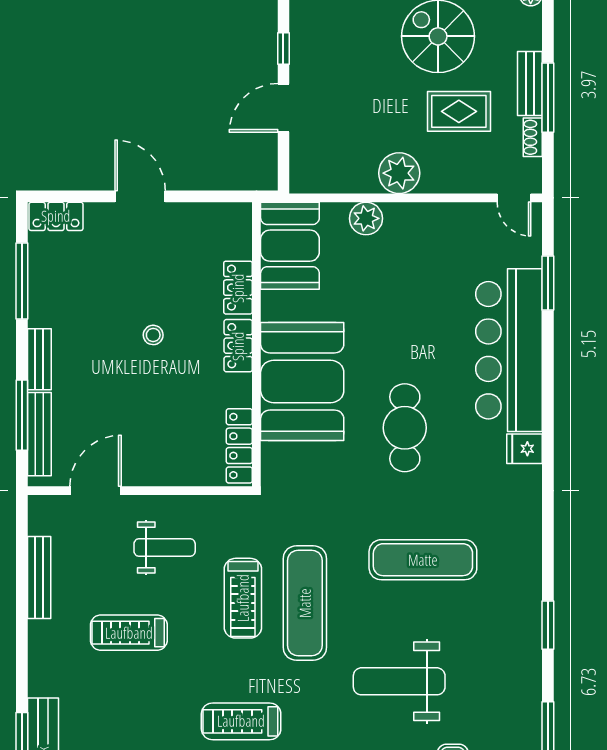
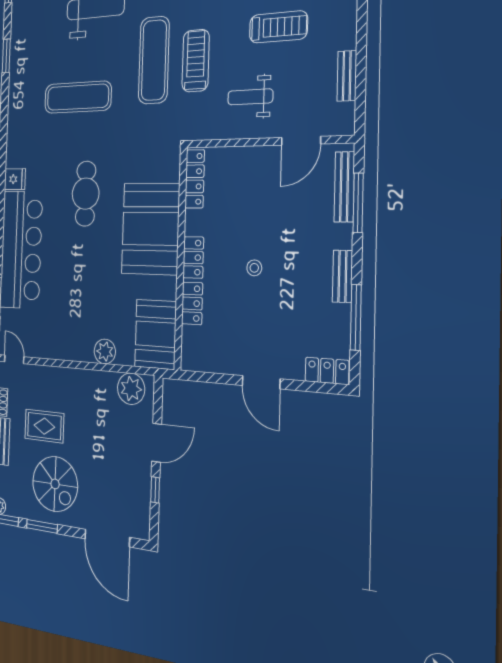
plant: (399, 173) -> (131, 389), moved
bench: (39, 359) -> (342, 276), moved
bench: (39, 577) -> (347, 76), width x0.73

